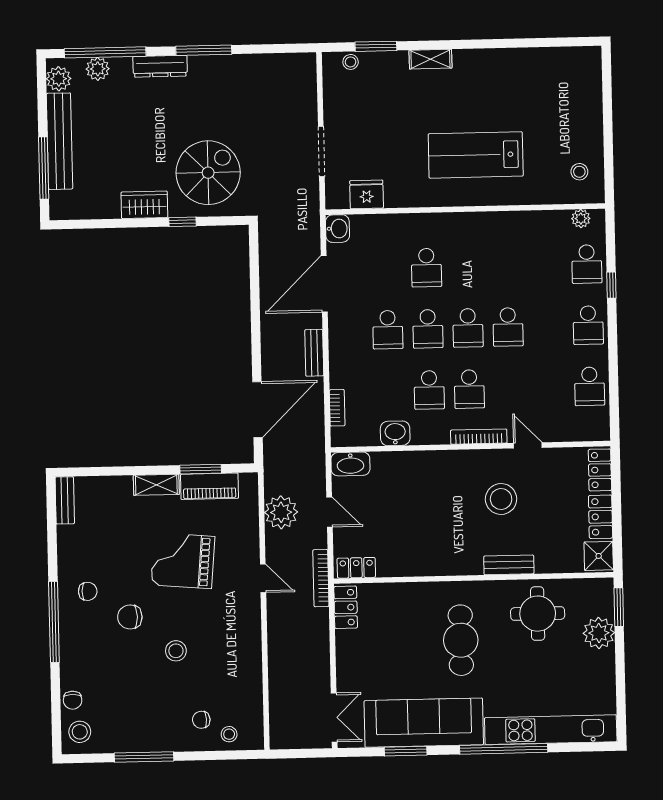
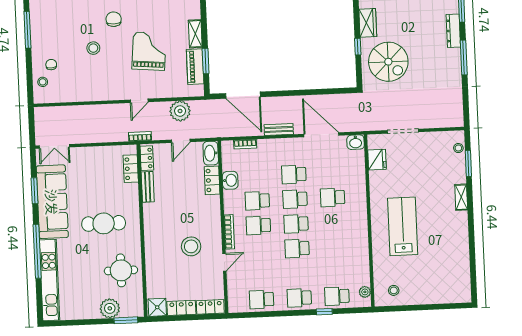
locker: (395, 463) -> (212, 180), added
bench: (509, 565) -> (148, 187), moved
bookcase: (321, 578) -> (140, 136), width x0.64
locker: (346, 607) -> (131, 169), moved, turned 90

